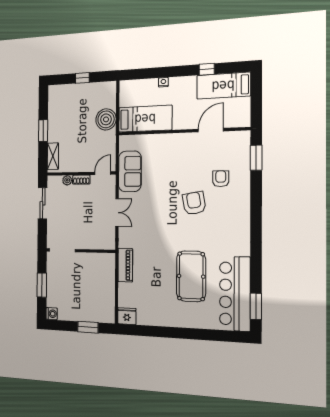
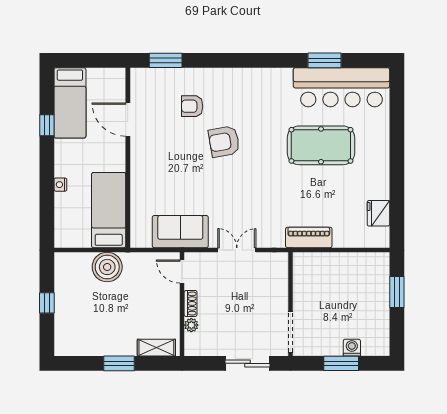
sliding door: (42, 203) -> (248, 363), moved
window: (256, 306) -> (324, 60), moved
washing machine: (52, 314) -> (352, 348), moved
fridge: (127, 316) -> (378, 213), moved

